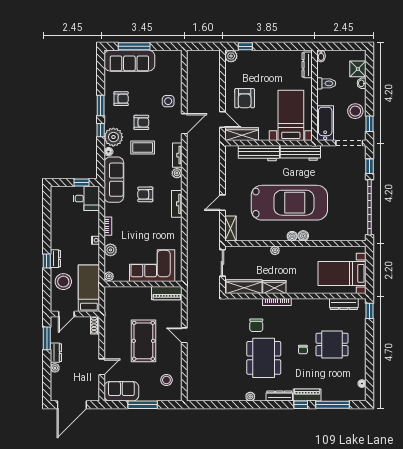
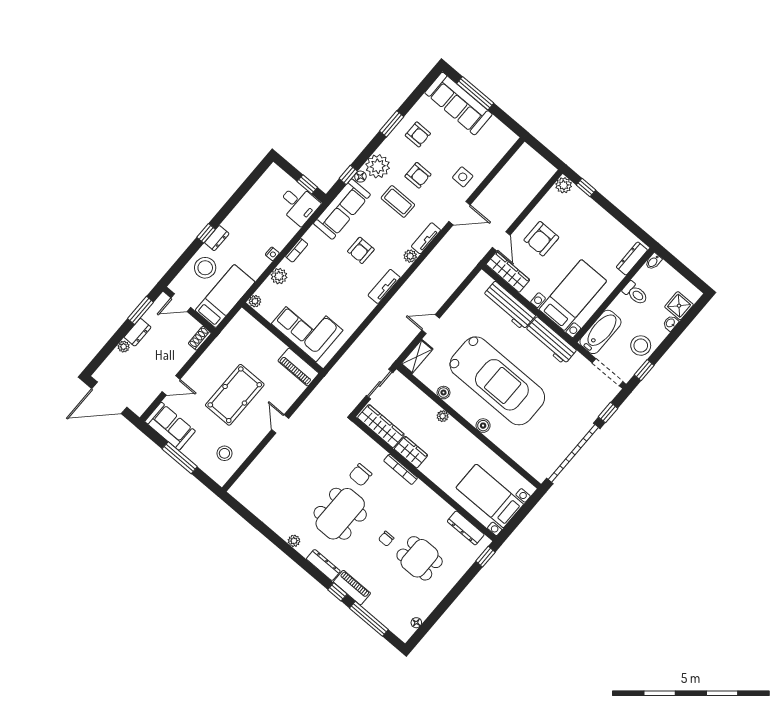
window: (101, 130) -> (348, 175), moved
armchair: (145, 194) -> (361, 250), turned -90
boiler: (292, 236) -> (444, 393), moved

